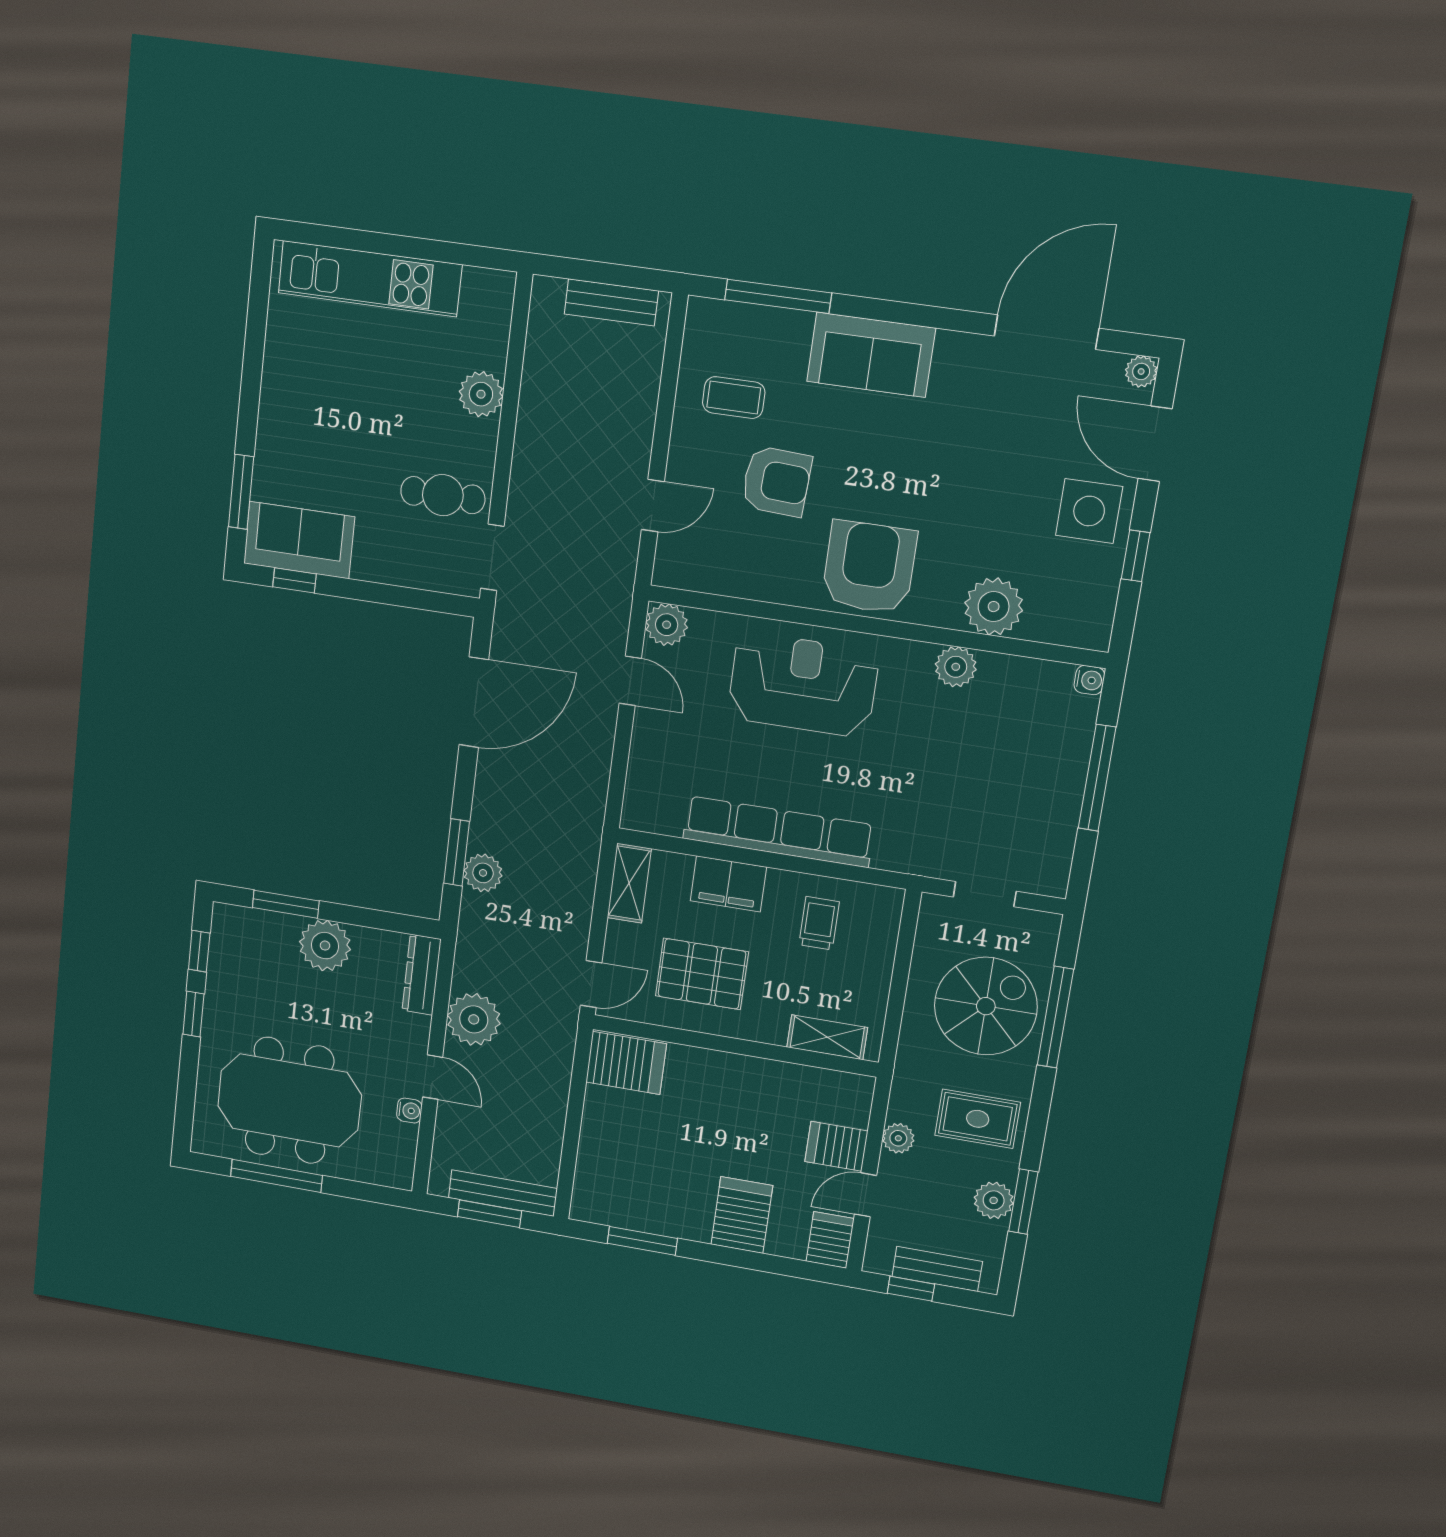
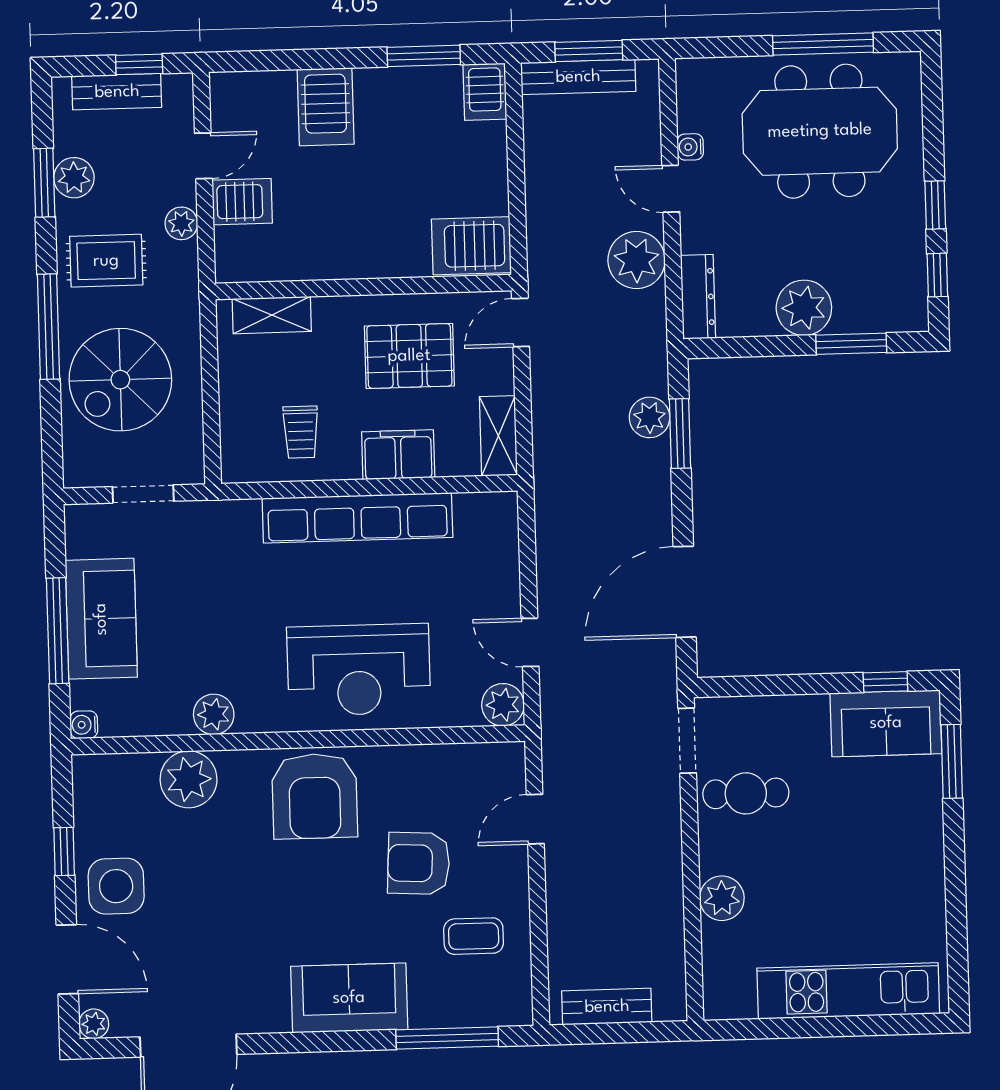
sofa: (1051, 781) -> (101, 619), added
window: (1055, 1017) -> (49, 327), moved
server rack: (830, 1240) -> (485, 92), moved

